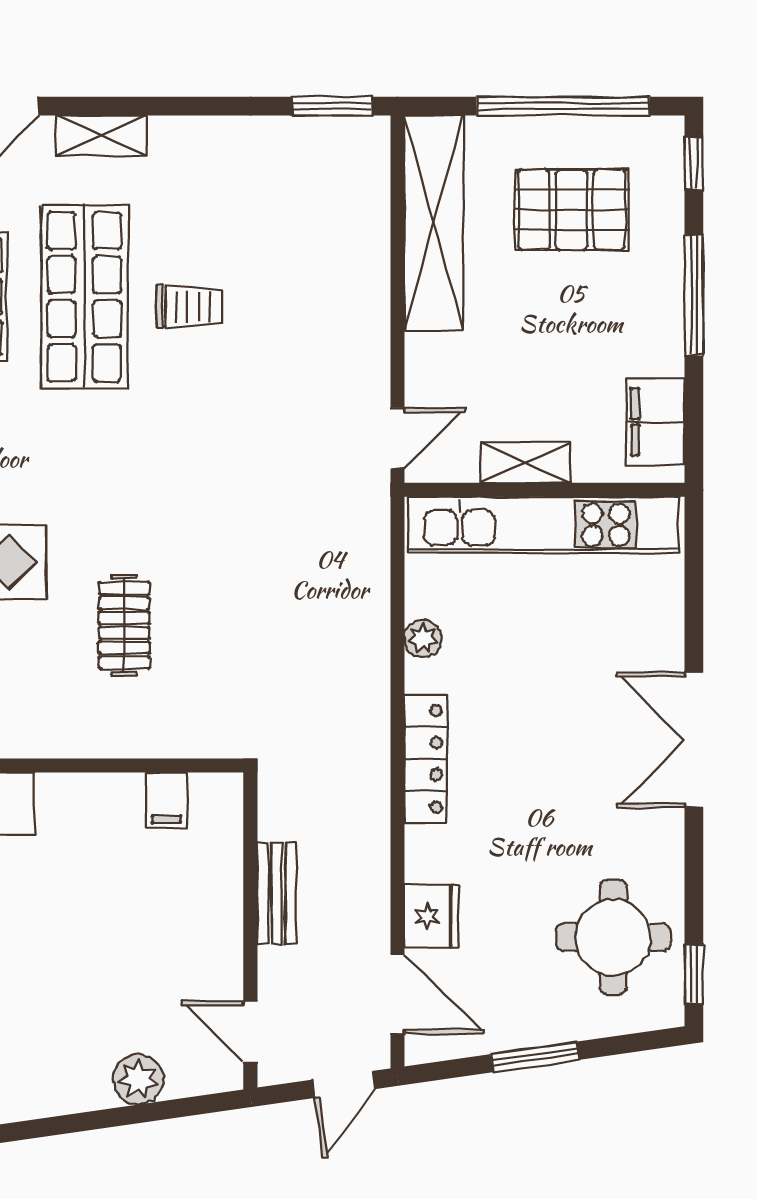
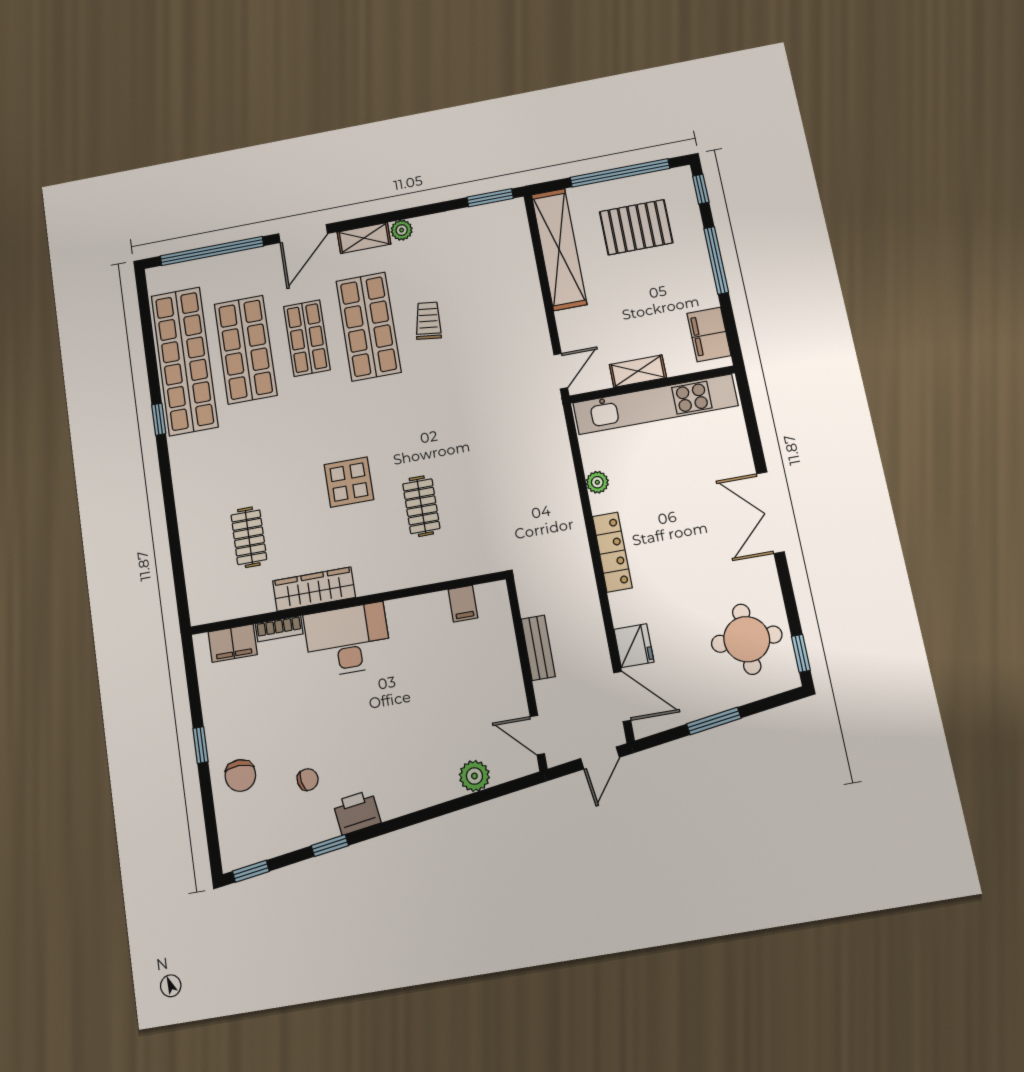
plant: (169, 134) -> (402, 230), added
trolley: (189, 306) -> (428, 321), turned -83

